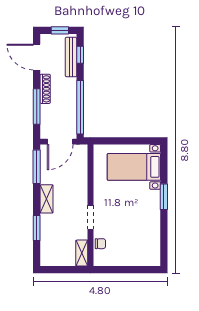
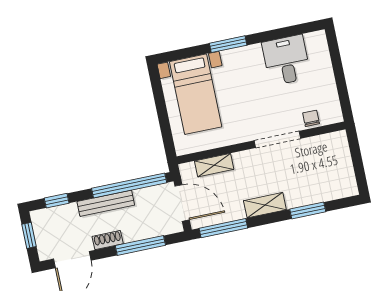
bench: (71, 57) -> (106, 203), moved
shoe rack: (45, 89) -> (108, 240), width x0.70
doorway: (91, 217) -> (277, 139), width x1.38
desk: (144, 235) -> (286, 60), added
shelving: (82, 253) -> (214, 165), moved

